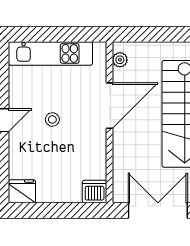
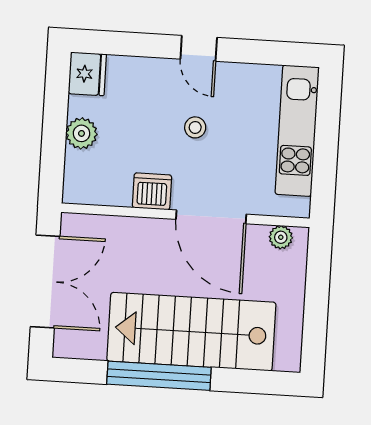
dishwasher: (95, 192) -> (152, 191), moved, turned -90
plant: (61, 193) -> (82, 133), added

